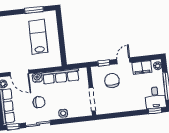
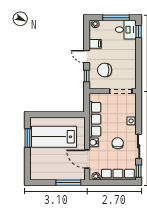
lab bench: (38, 37) -> (54, 137), width x1.36, depth x1.39
filing cabinet: (142, 68) -> (95, 44), width x0.50
door: (19, 73) -> (87, 159), swing flipped

